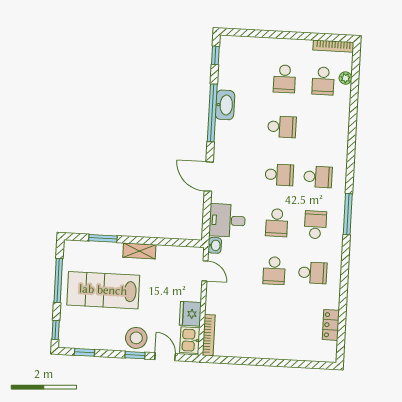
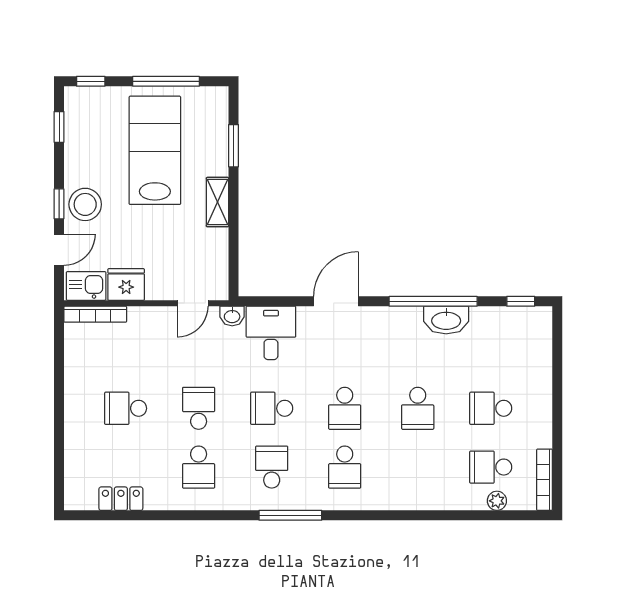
school desk: (315, 225) -> (272, 467), turned -90
school desk: (274, 271) -> (199, 408), turned 90
school desk: (272, 319) -> (126, 408), added

